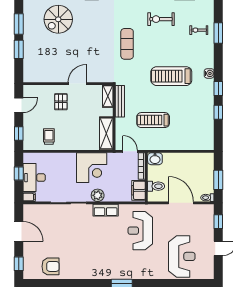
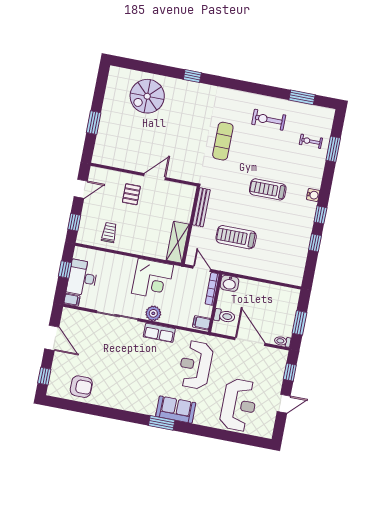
window: (19, 24) -> (99, 93), removed
treadmill: (171, 76) -> (268, 189), width x0.73, depth x0.73
shelving: (108, 96) -> (188, 199), removed
filing cabinet: (138, 190) -> (202, 323), width x0.50
sofa: (131, 270) -> (176, 410), added

